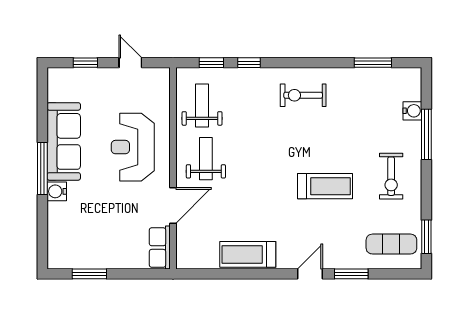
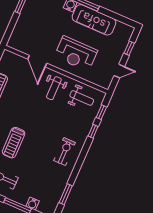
reception desk: (133, 147) -> (76, 54), turned 180
weight bench: (206, 159) -> (54, 88), turned 90
row of seats: (160, 248) -> (19, 45), removed

